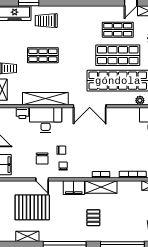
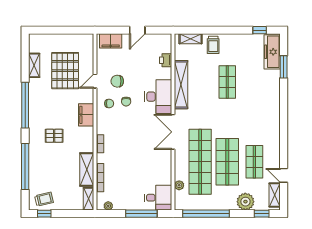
trolley: (46, 21) -> (264, 86), removed
desk: (46, 120) -> (158, 97), moved
shelving: (101, 187) -> (87, 170), moved

